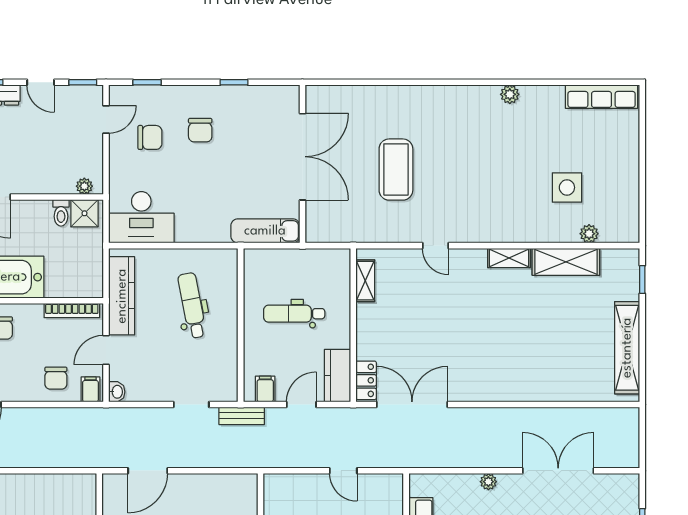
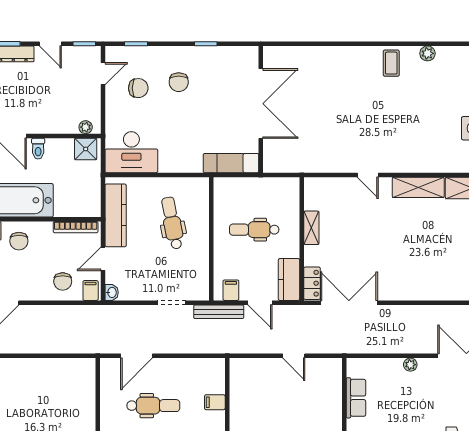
coffee table: (396, 170) -> (391, 63), moved, width x0.54, depth x0.58
toilet: (61, 213) -> (38, 149), moved
shelving: (509, 258) -> (418, 187), width x1.50, depth x1.33
shelving: (365, 281) -> (311, 228), moved
door: (301, 405) -> (260, 303), swing flipped
bench: (242, 416) -> (219, 312), width x1.36

